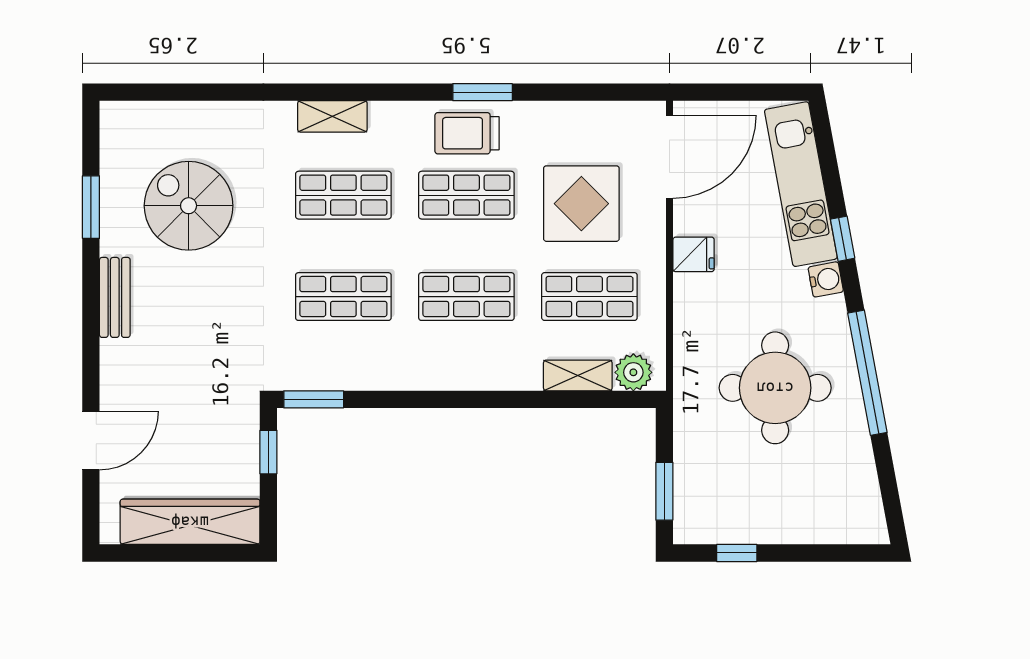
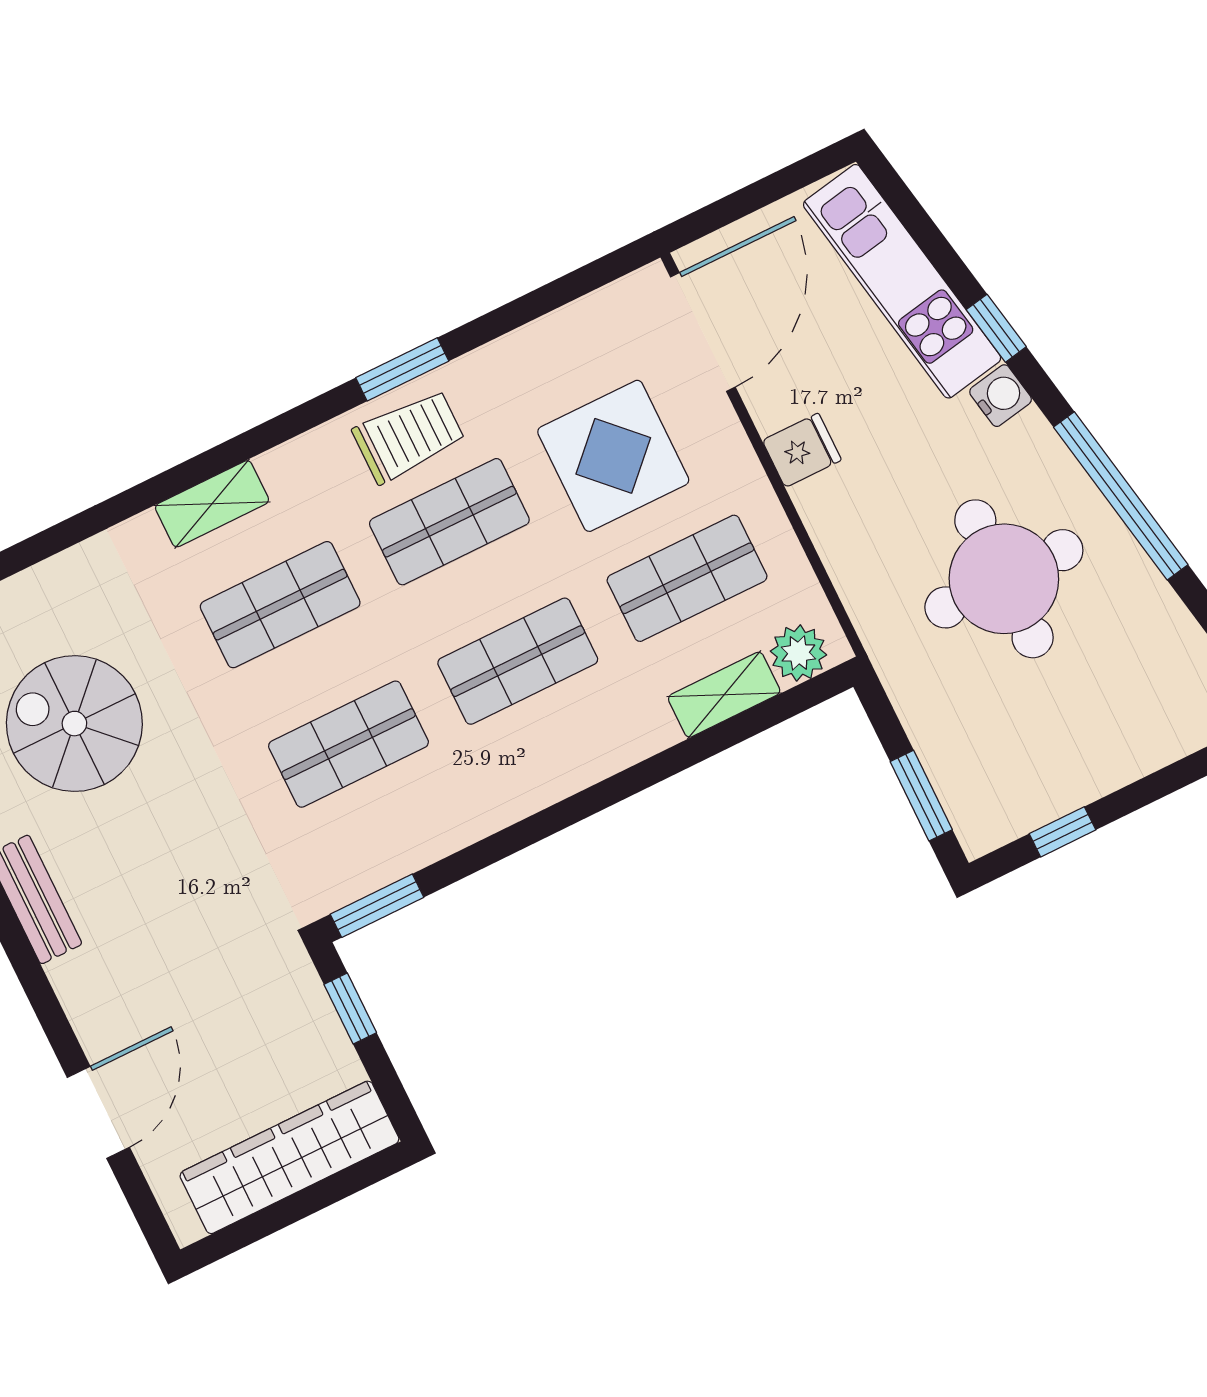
trolley: (467, 133) -> (409, 436), turned 180

